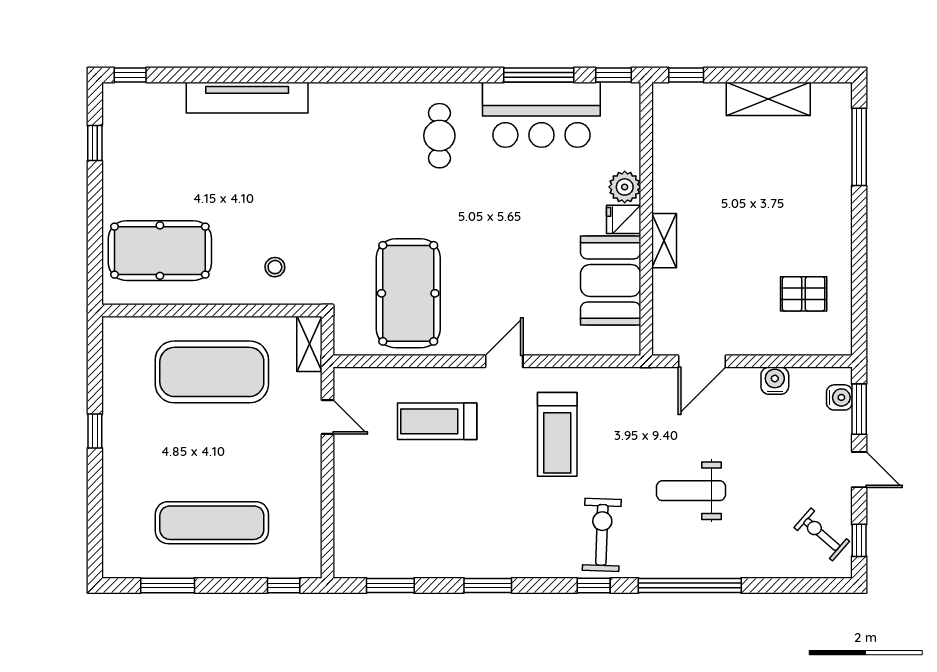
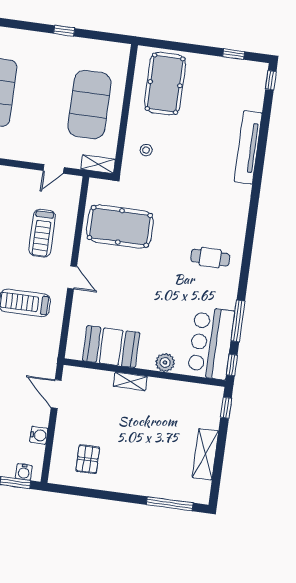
bar counter: (541, 115) -> (211, 343), moved
fridge: (624, 219) -> (146, 359), removed
treadmill: (437, 421) -> (42, 233), turned 180

